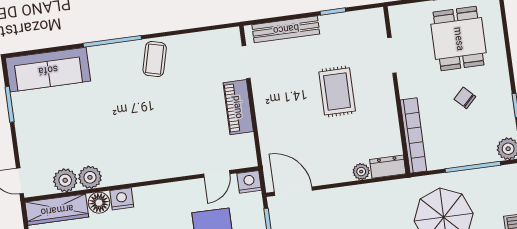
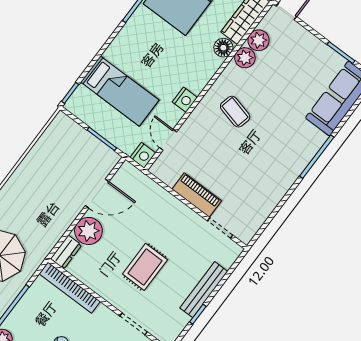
bench: (286, 29) -> (204, 290), moved
coffee table: (155, 59) -> (235, 112), moved
rug: (337, 91) -> (145, 267), turned 90
plant: (361, 172) -> (88, 231), width x1.88, depth x1.88
door: (293, 191) -> (97, 194), moved
nightstand: (122, 199) -> (185, 100), moved

